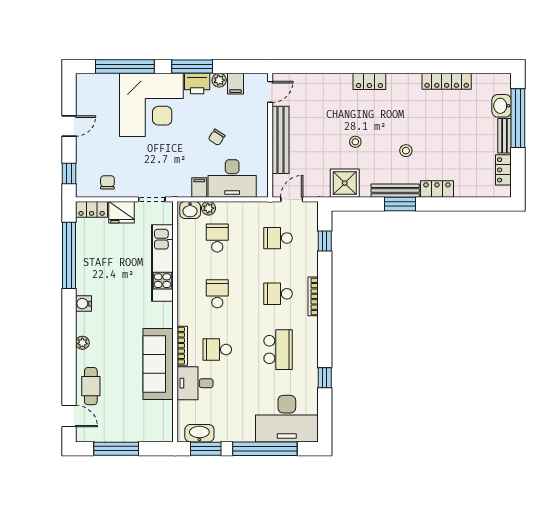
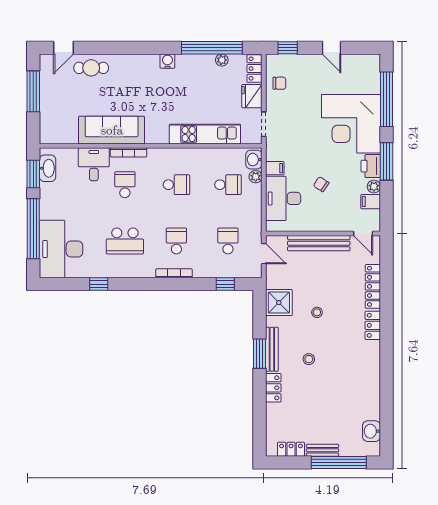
locker: (447, 81) -> (373, 286), moved
washbasin: (502, 106) -> (372, 431), moved, turned -90
plant: (82, 343) -> (222, 60), moved

